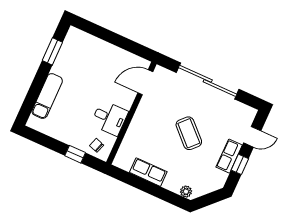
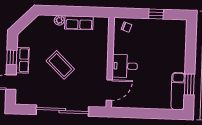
exam couch: (47, 96) -> (178, 91), moved
desk: (110, 118) -> (125, 66), moved
window: (75, 154) -> (156, 14), moved
plant: (186, 192) -> (59, 20), moved

